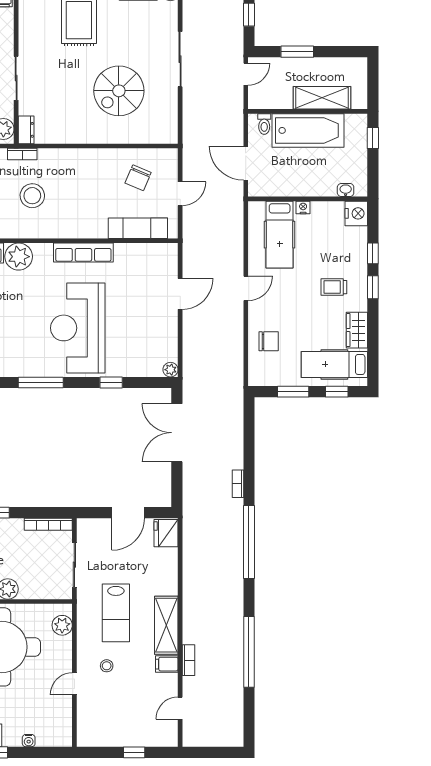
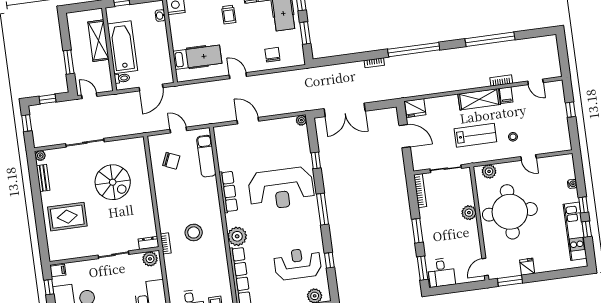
nightstand: (303, 207) -> (176, 43), removed

